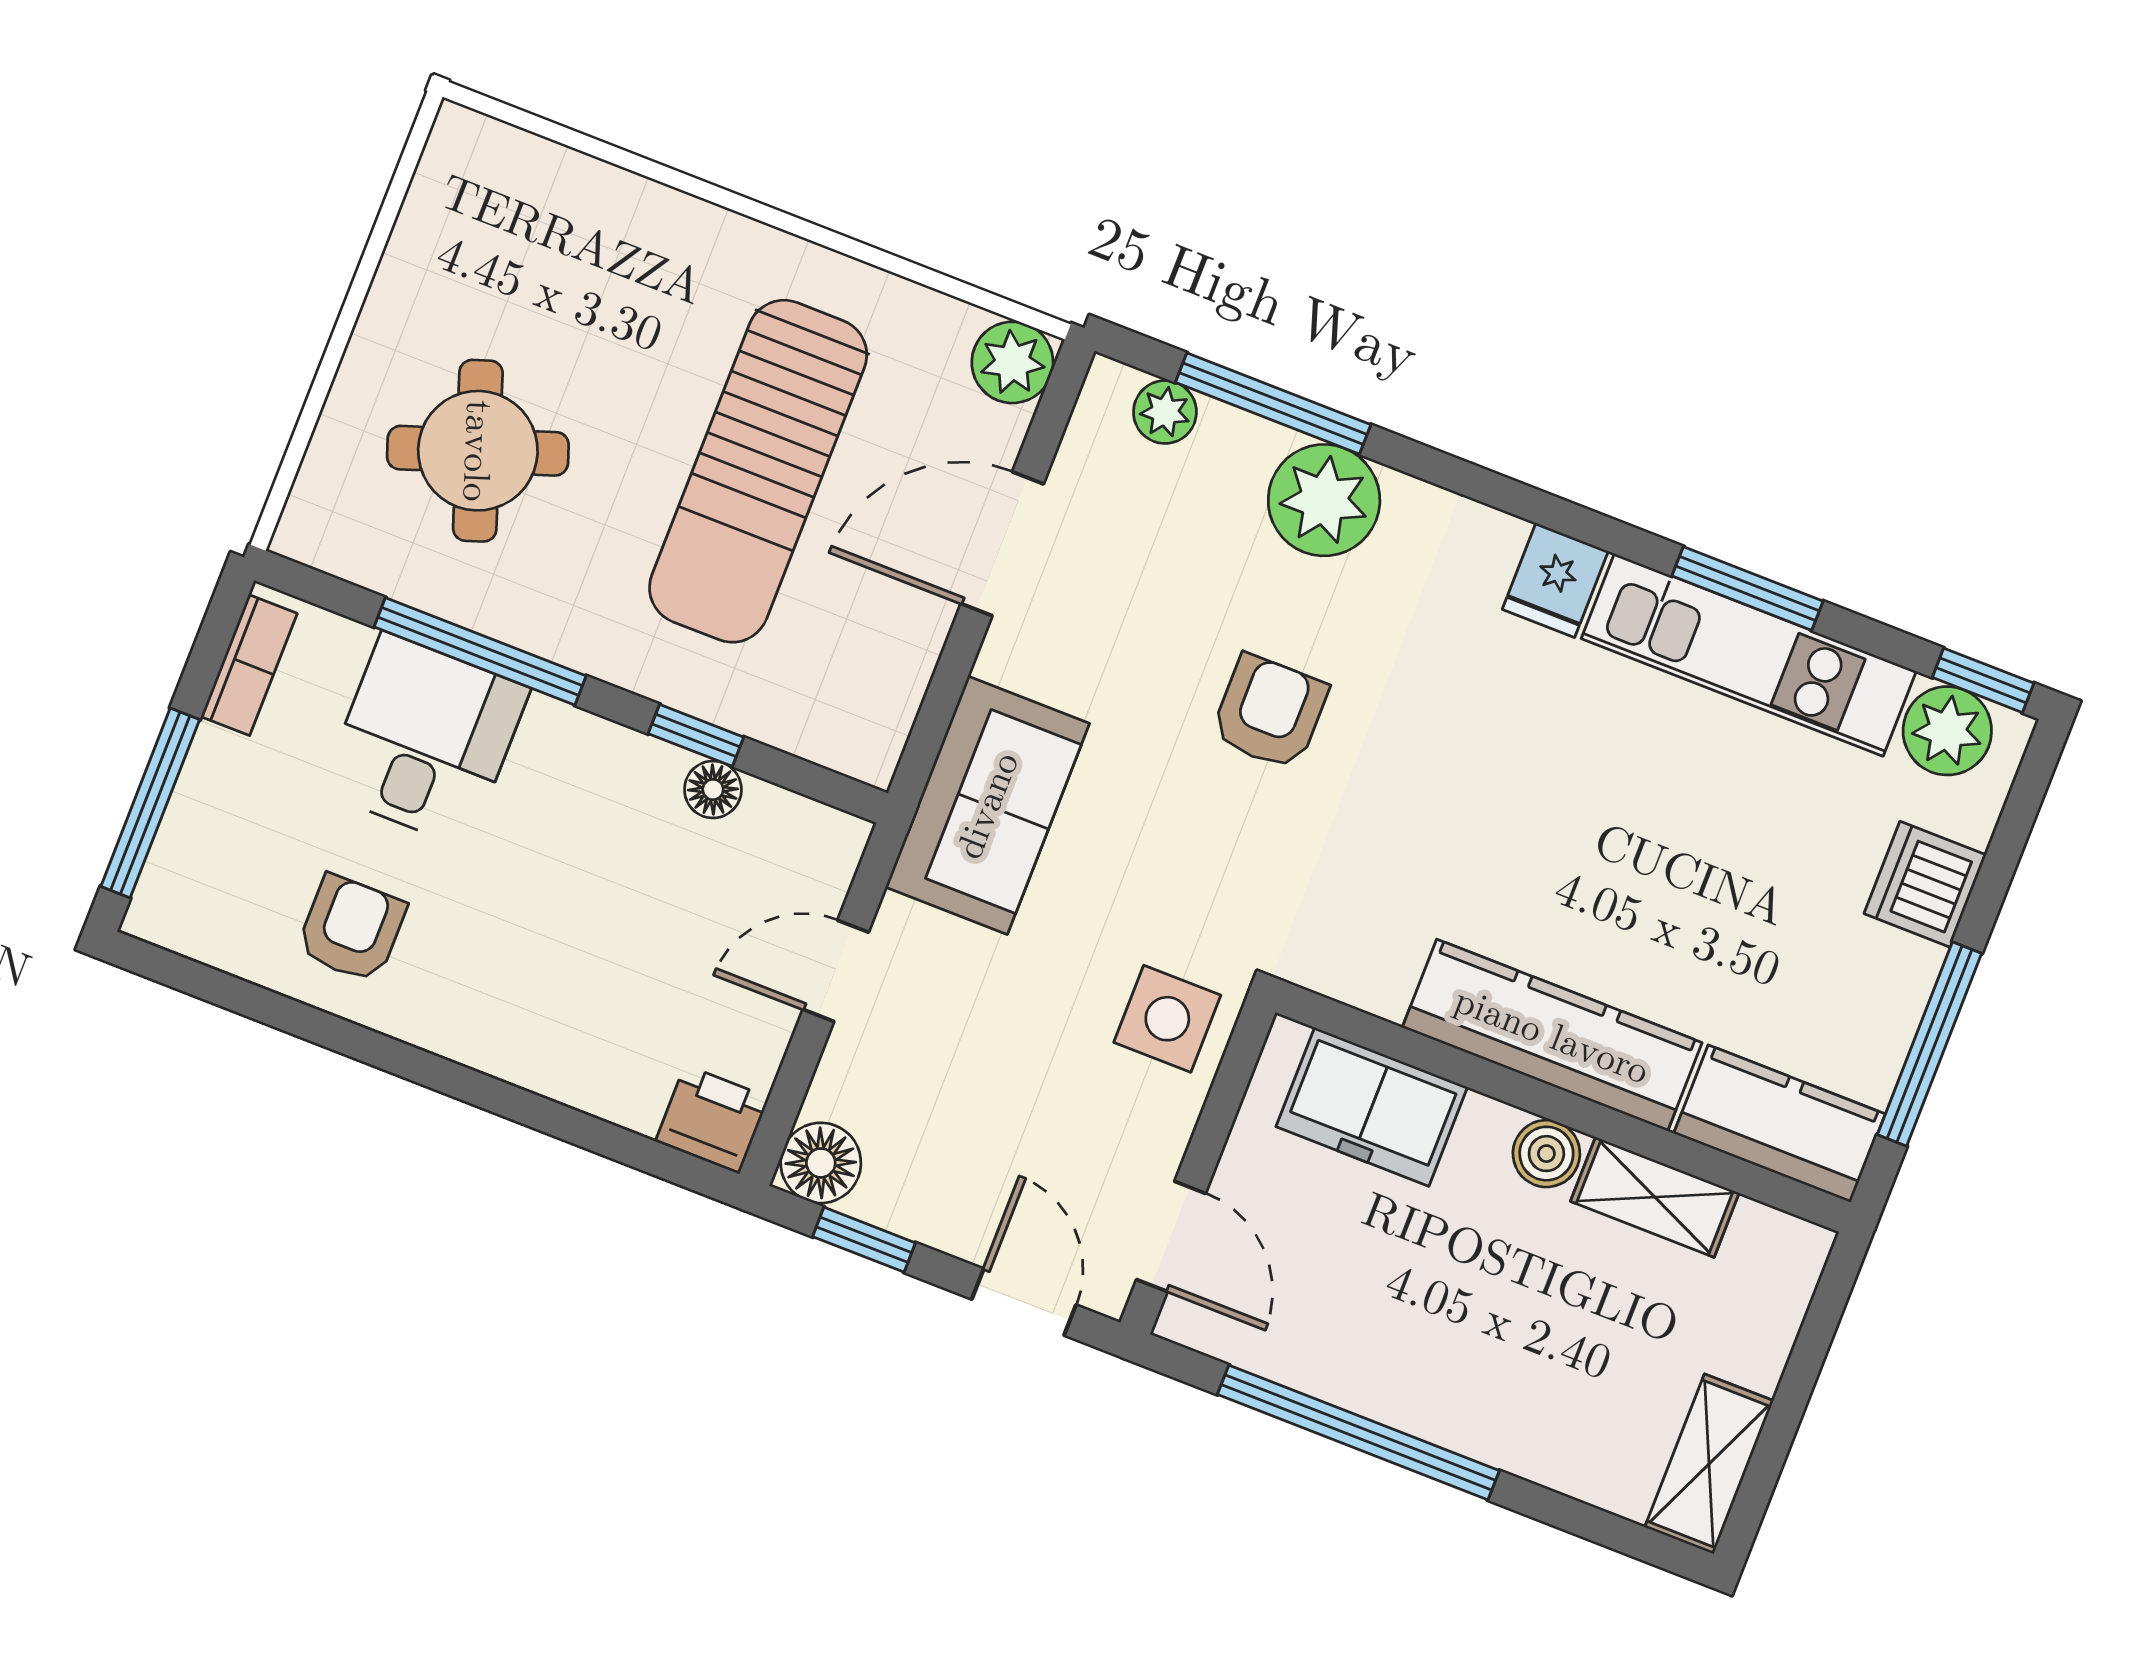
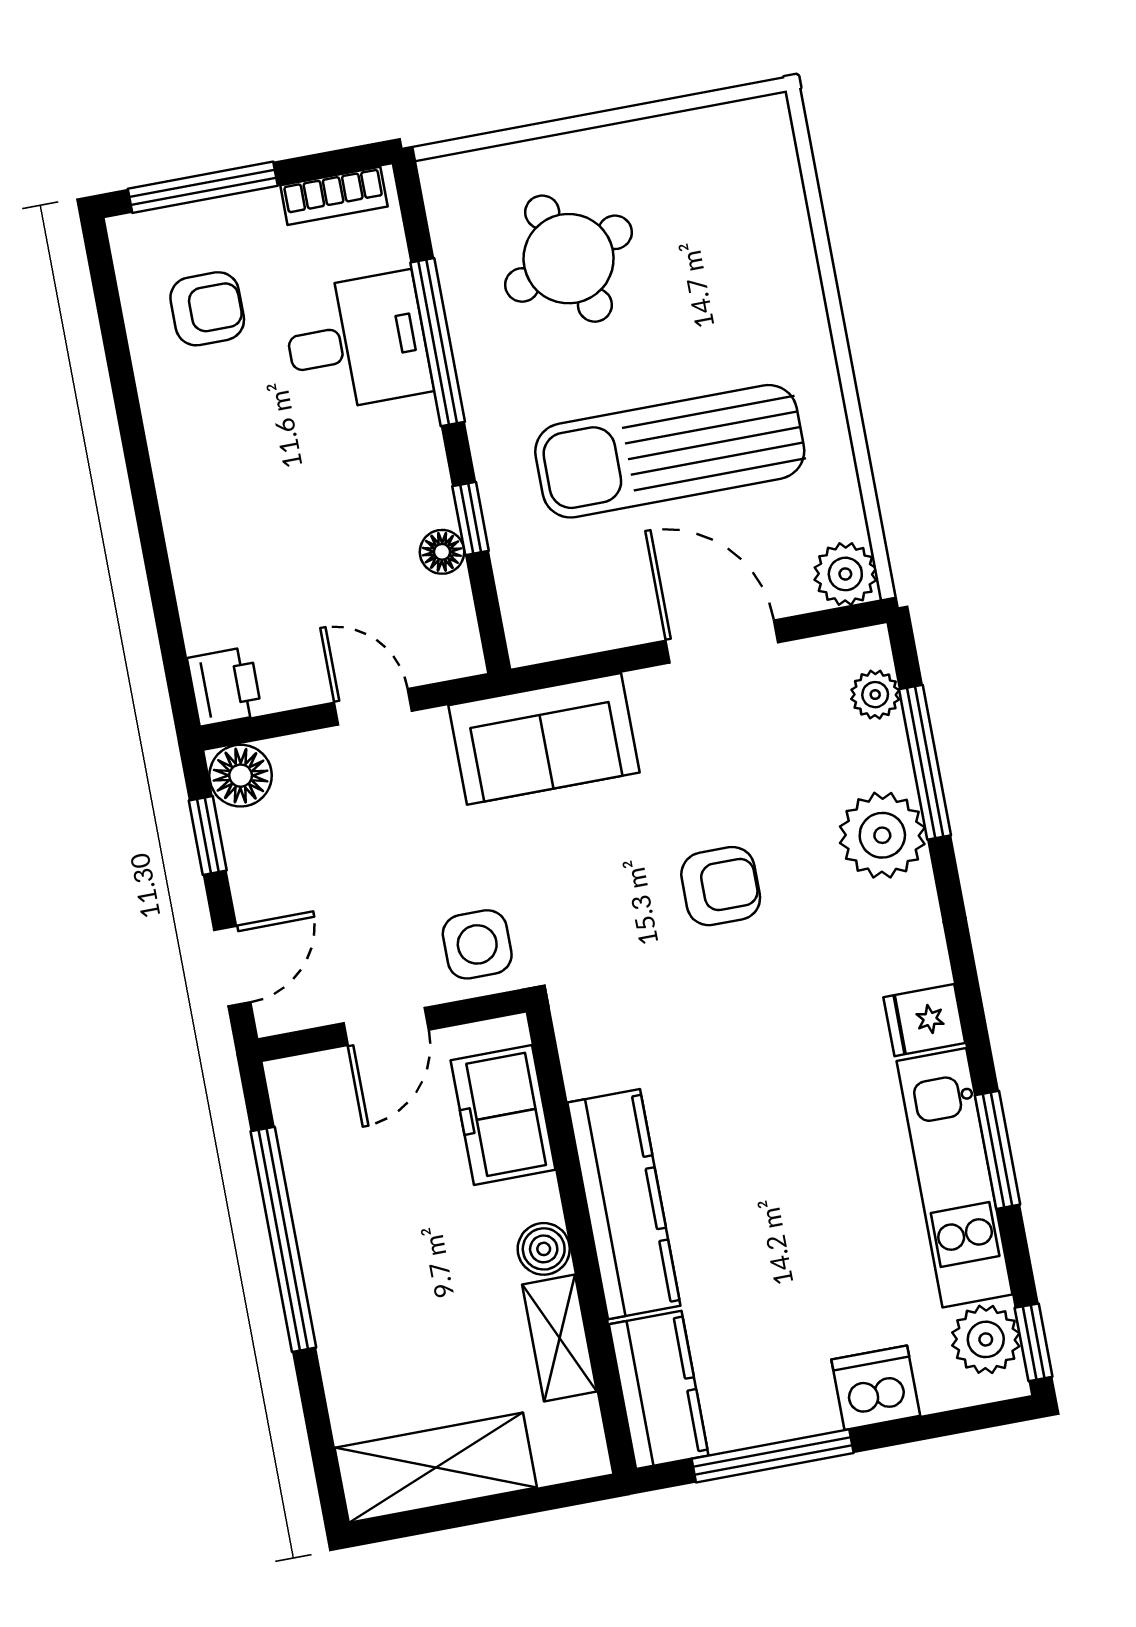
armchair: (351, 929) -> (207, 309), moved
door: (1171, 1236) -> (386, 1026), moved
shelving: (1709, 1464) -> (436, 1468), width x1.50, depth x1.33

